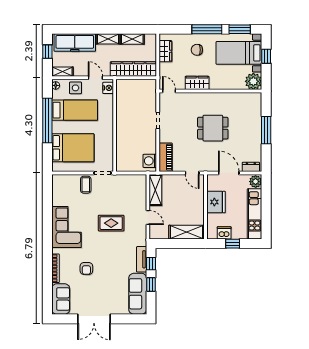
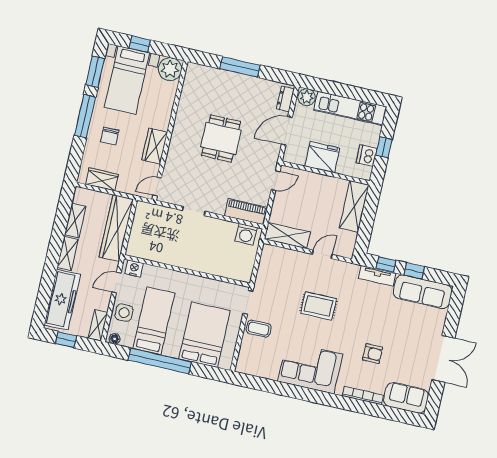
rug: (111, 223) -> (319, 306), turned 90

